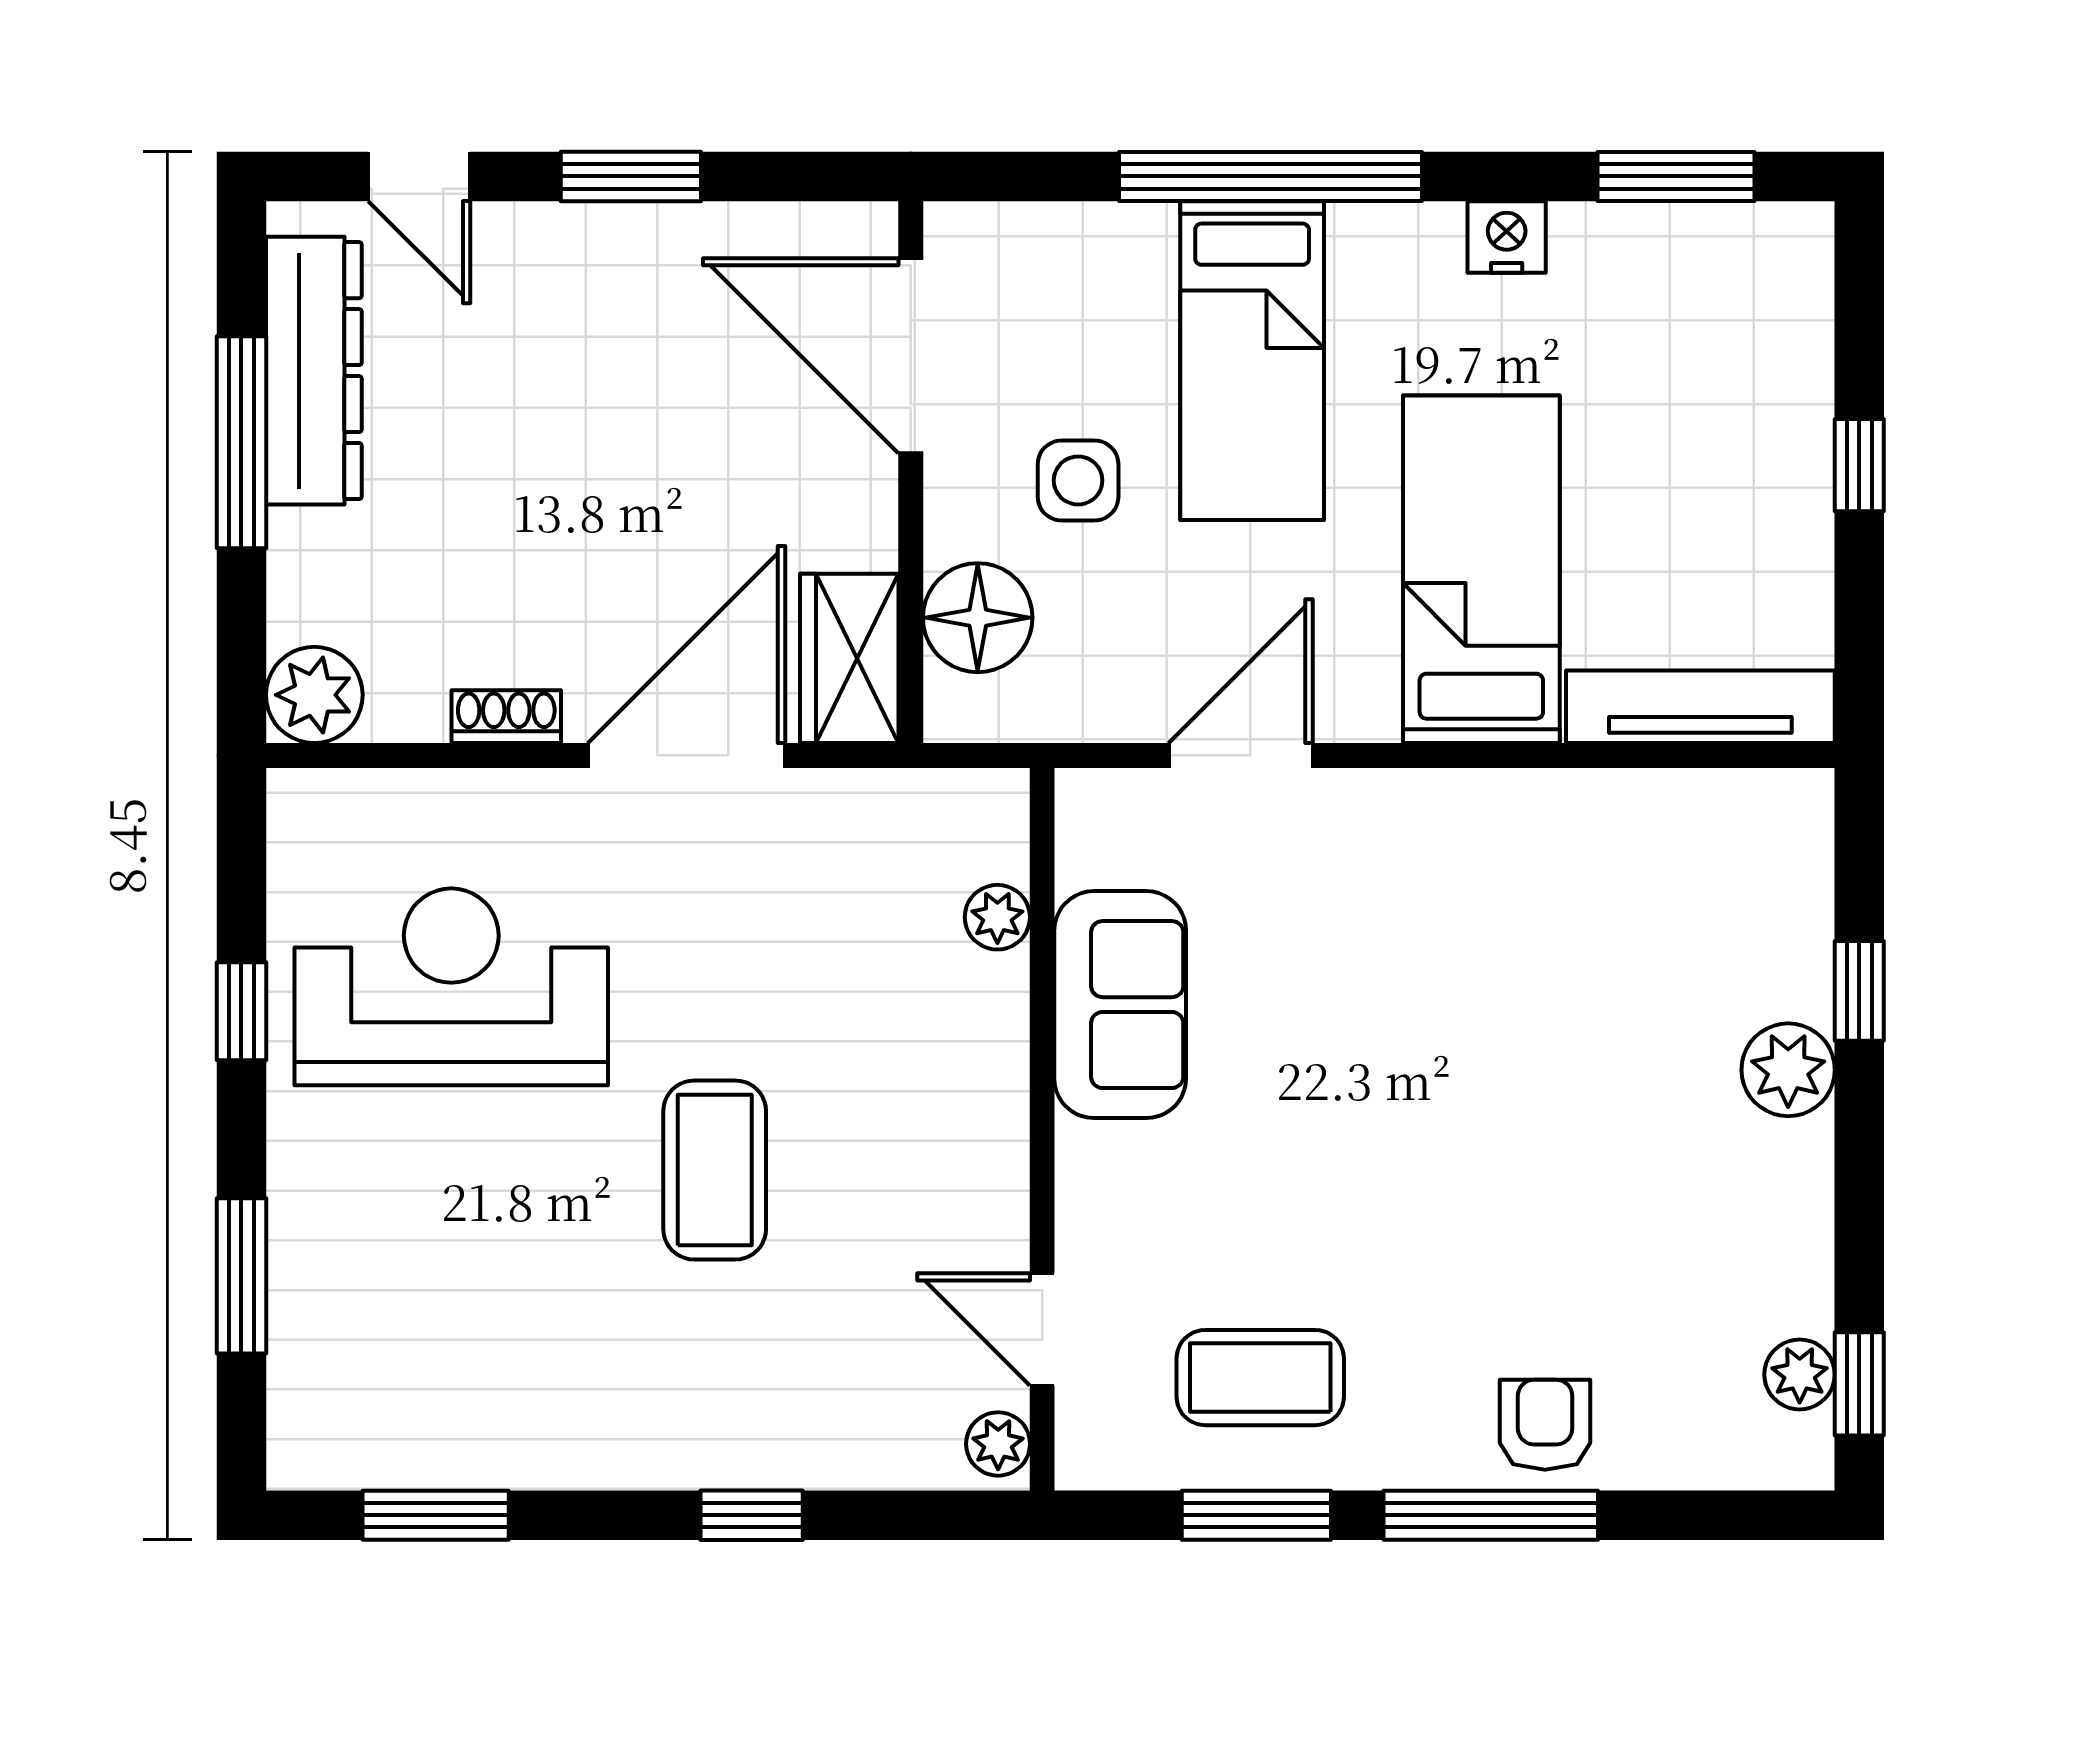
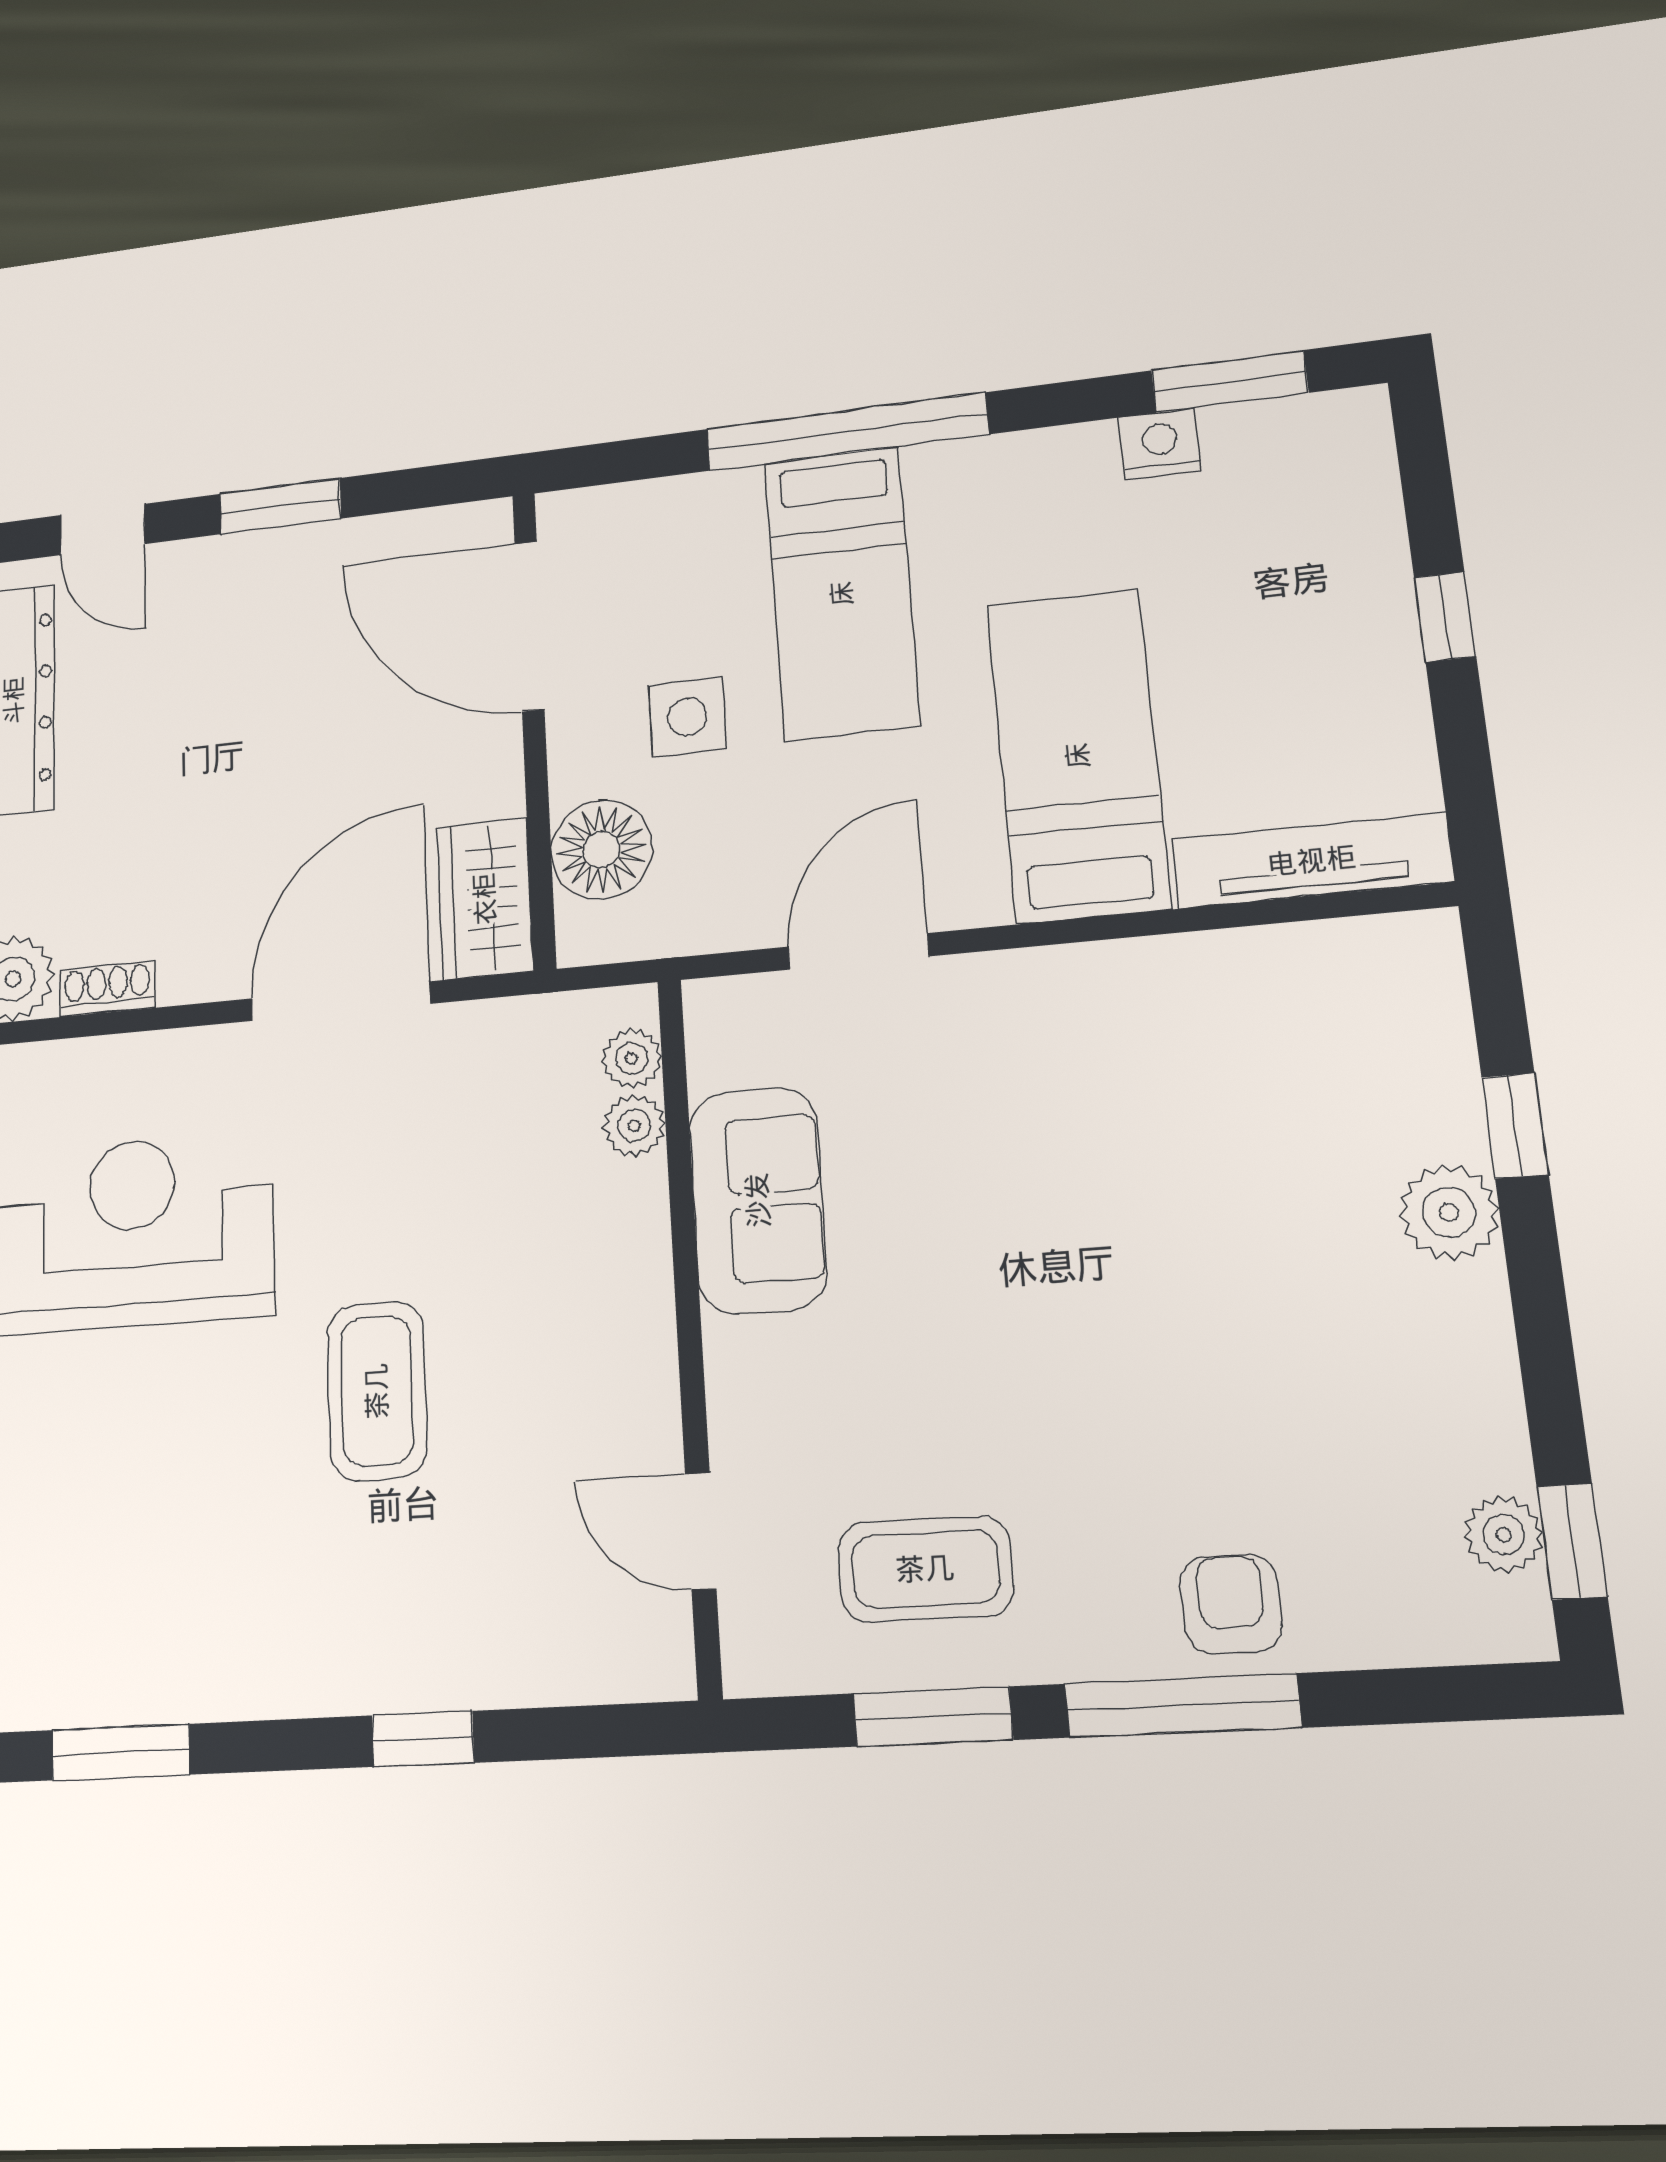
nightstand: (1507, 237) -> (1160, 444), moved
shoe rack: (506, 717) -> (107, 989), moved
plant: (998, 1444) -> (632, 1058), moved

